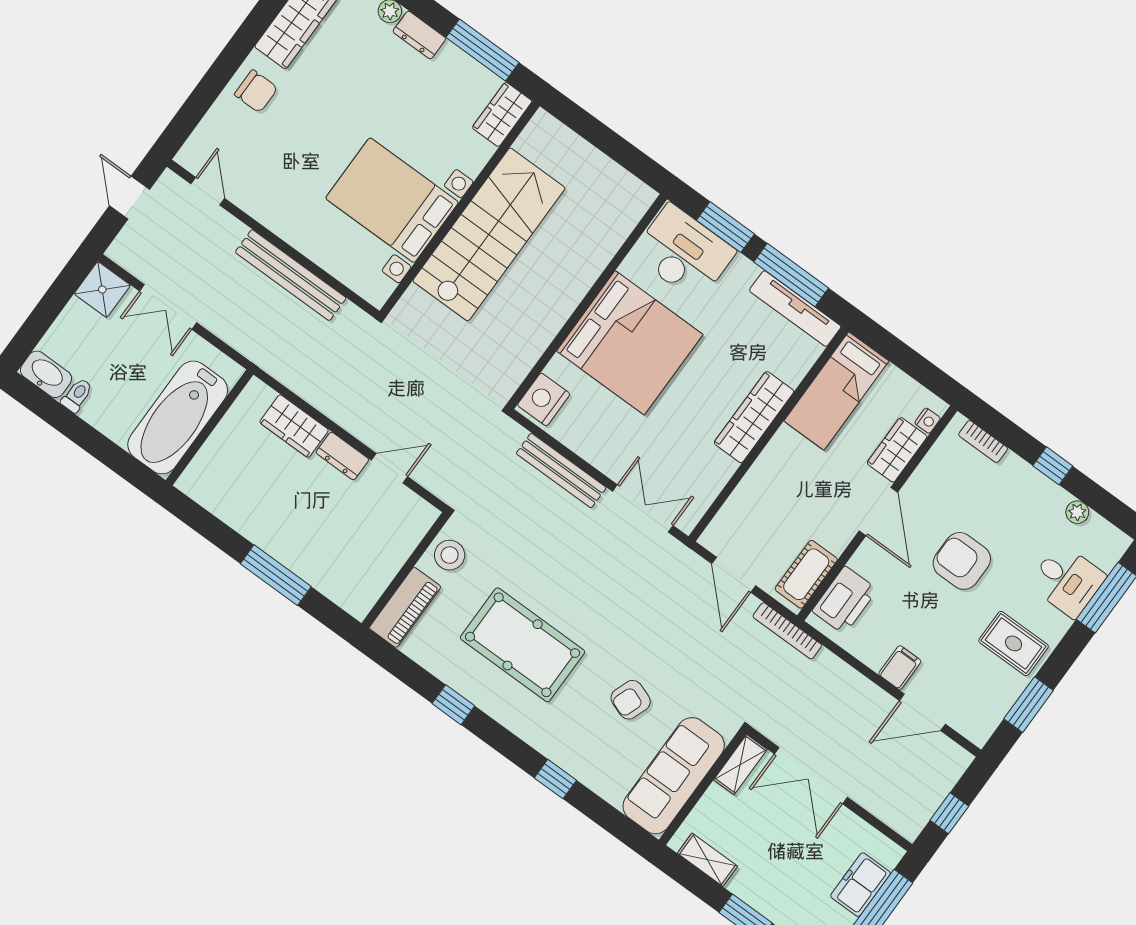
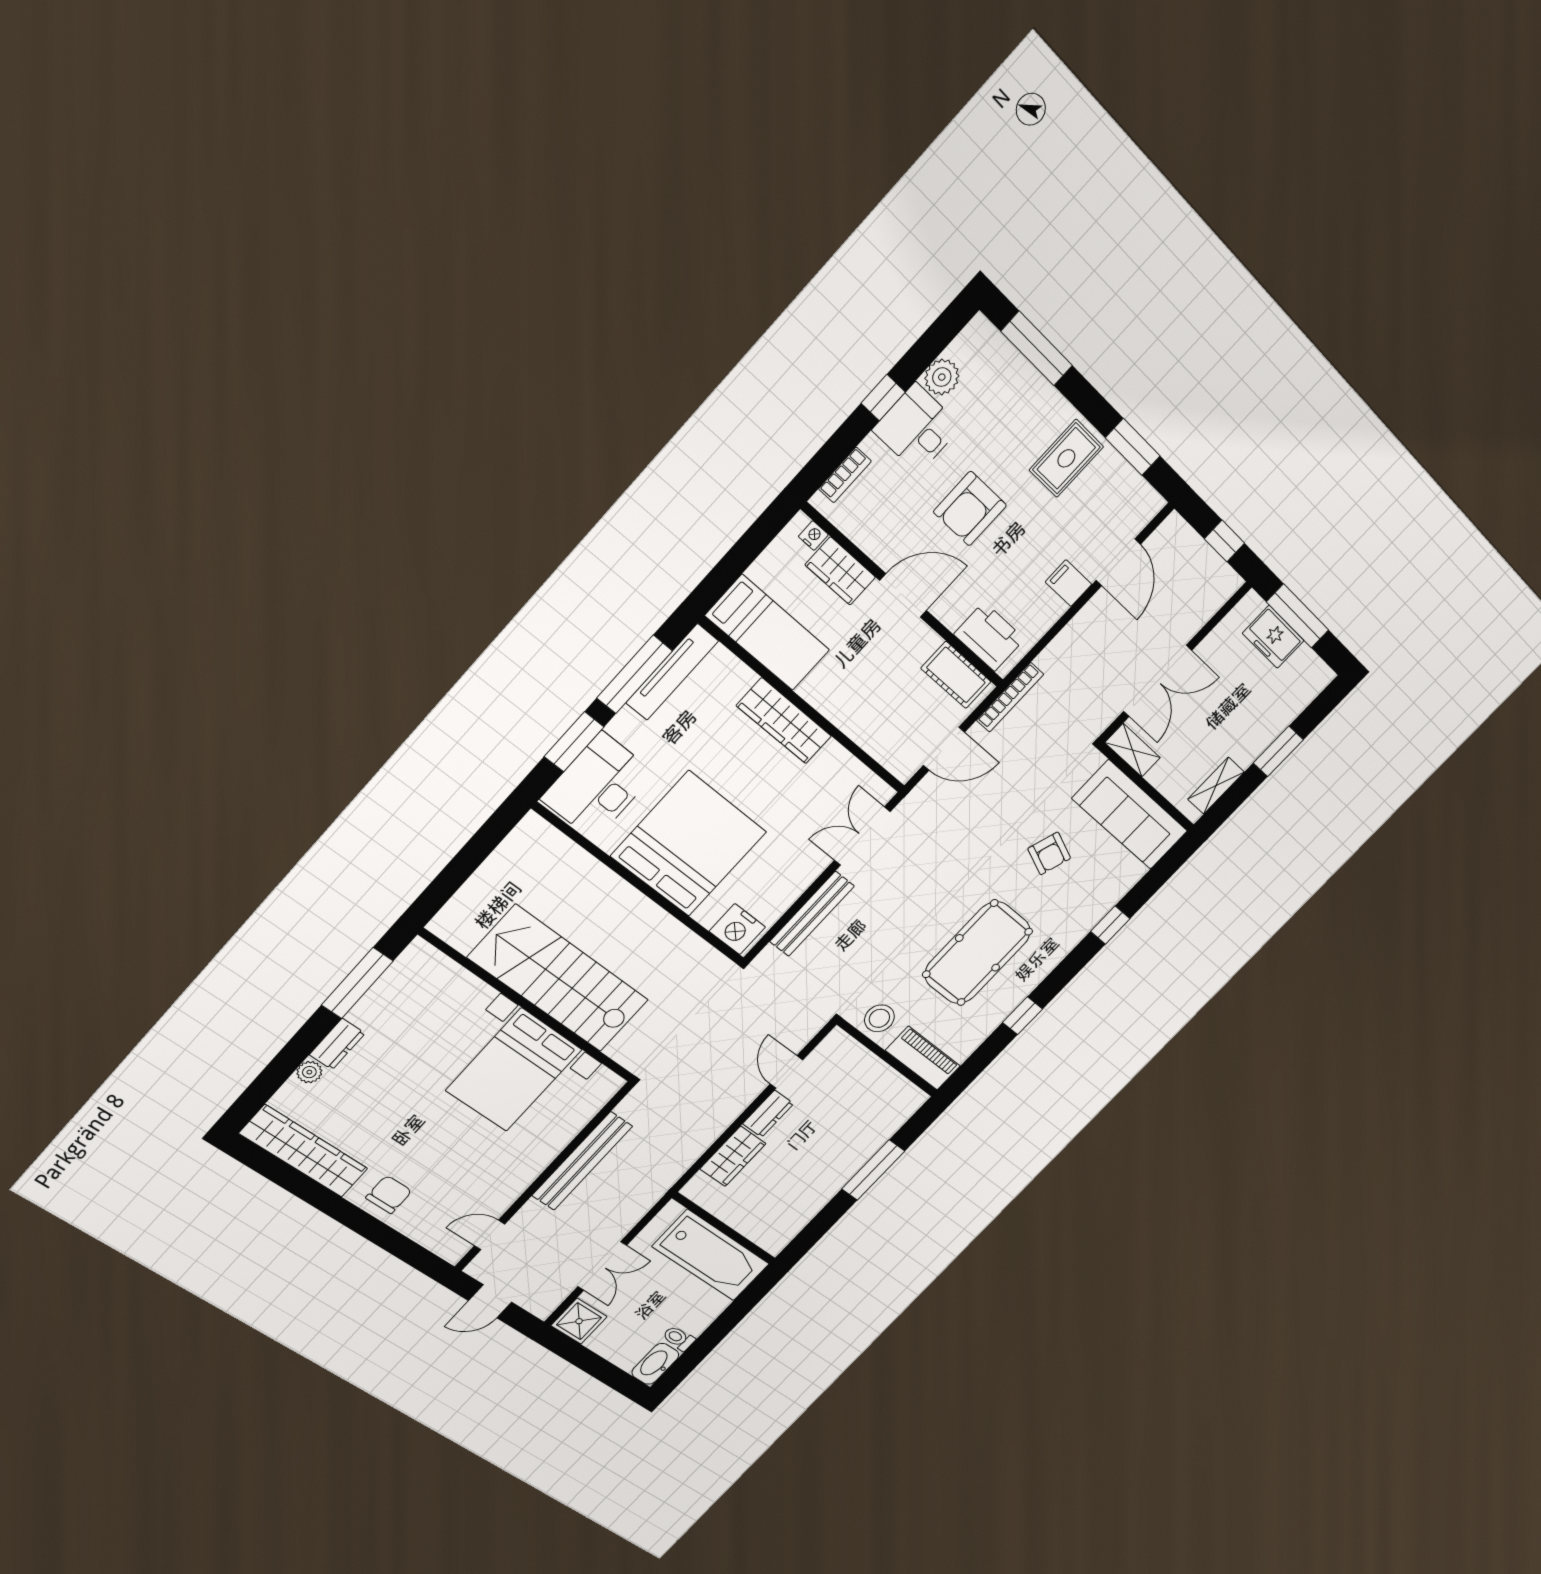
wardrobe: (502, 114) -> (430, 965), removed
plant: (1077, 512) -> (942, 377), width x1.38, depth x1.38
desk: (1067, 580) -> (917, 428), moved, turned -90

